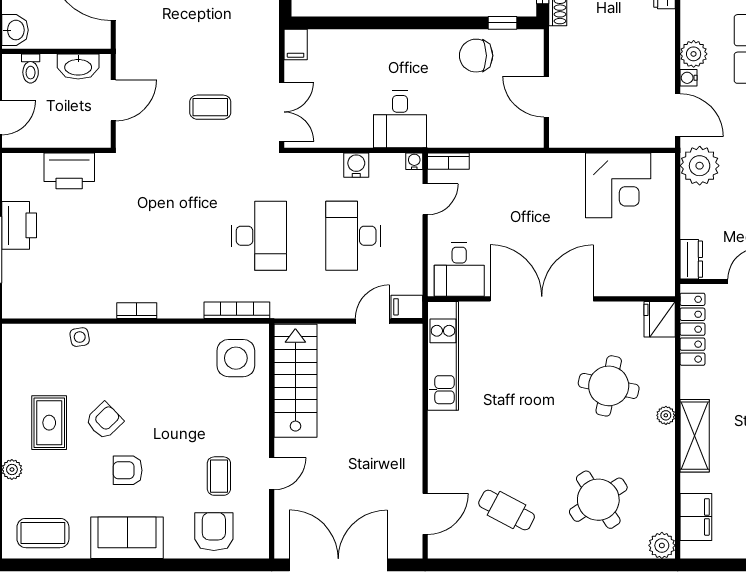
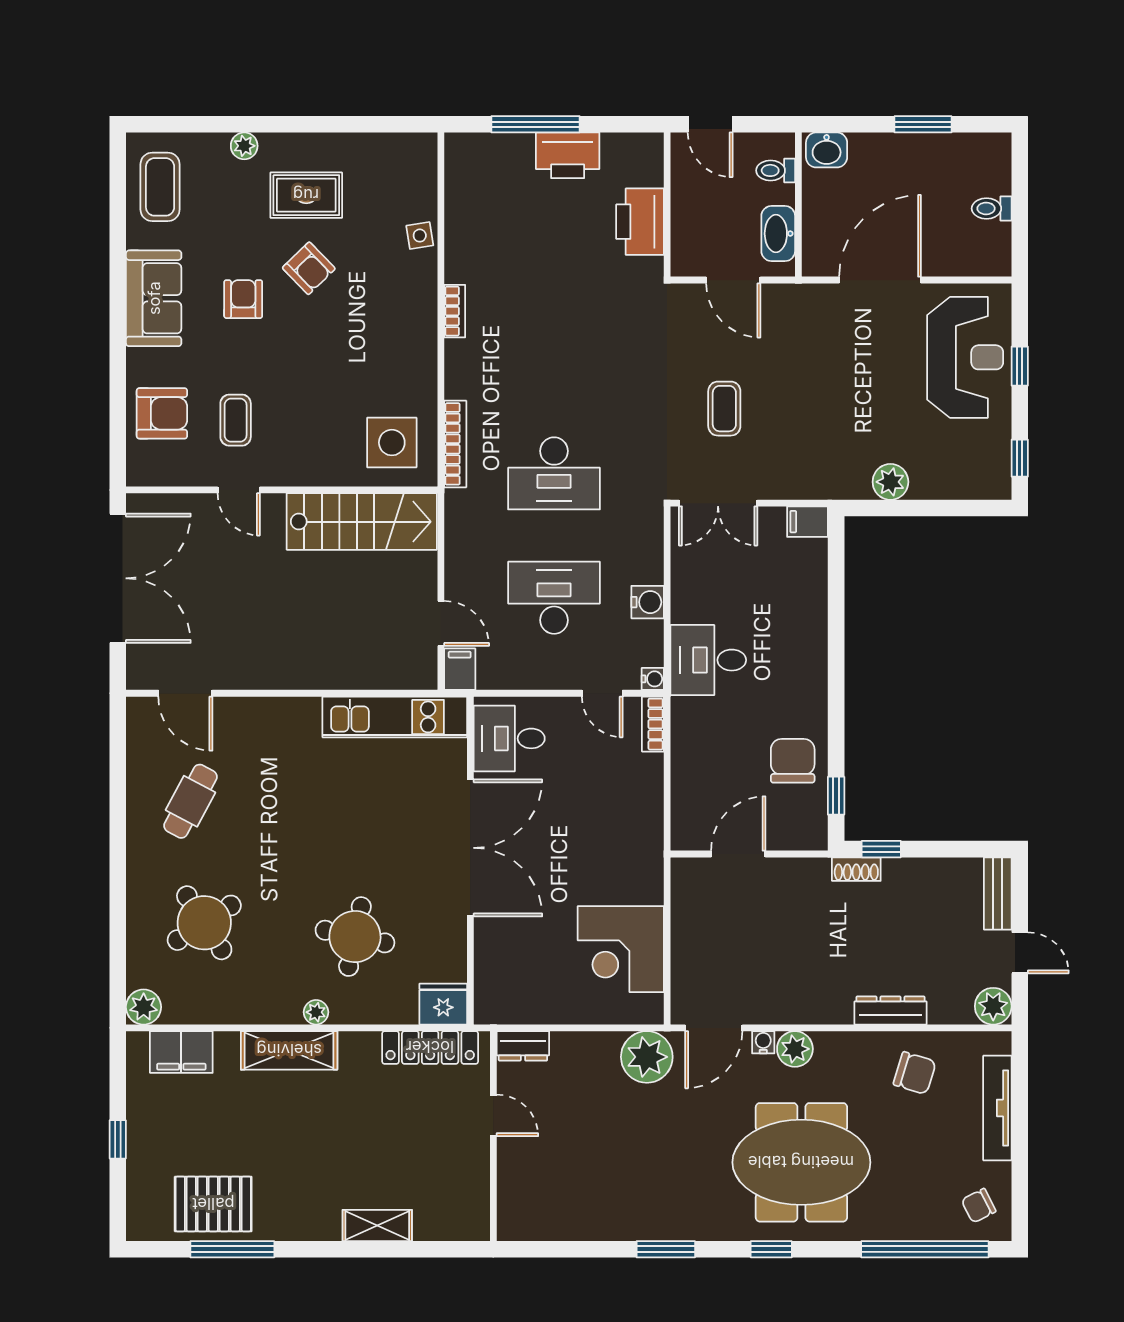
coffee table: (219, 476) -> (236, 420), turned 90

